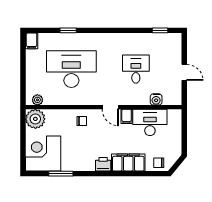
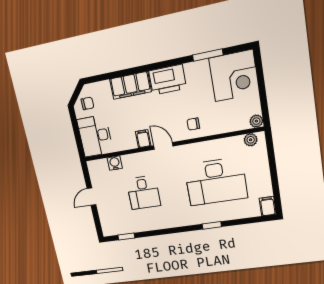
window: (68, 30) -> (212, 225), moved
door: (184, 72) -> (91, 197), hinge flipped
plant: (35, 119) -> (256, 121), width x0.53, depth x0.53
desk: (150, 122) -> (95, 136), moved, turned 90
chair: (159, 163) -> (87, 103), moved
printer: (103, 164) -> (168, 80), width x1.87, depth x1.48

